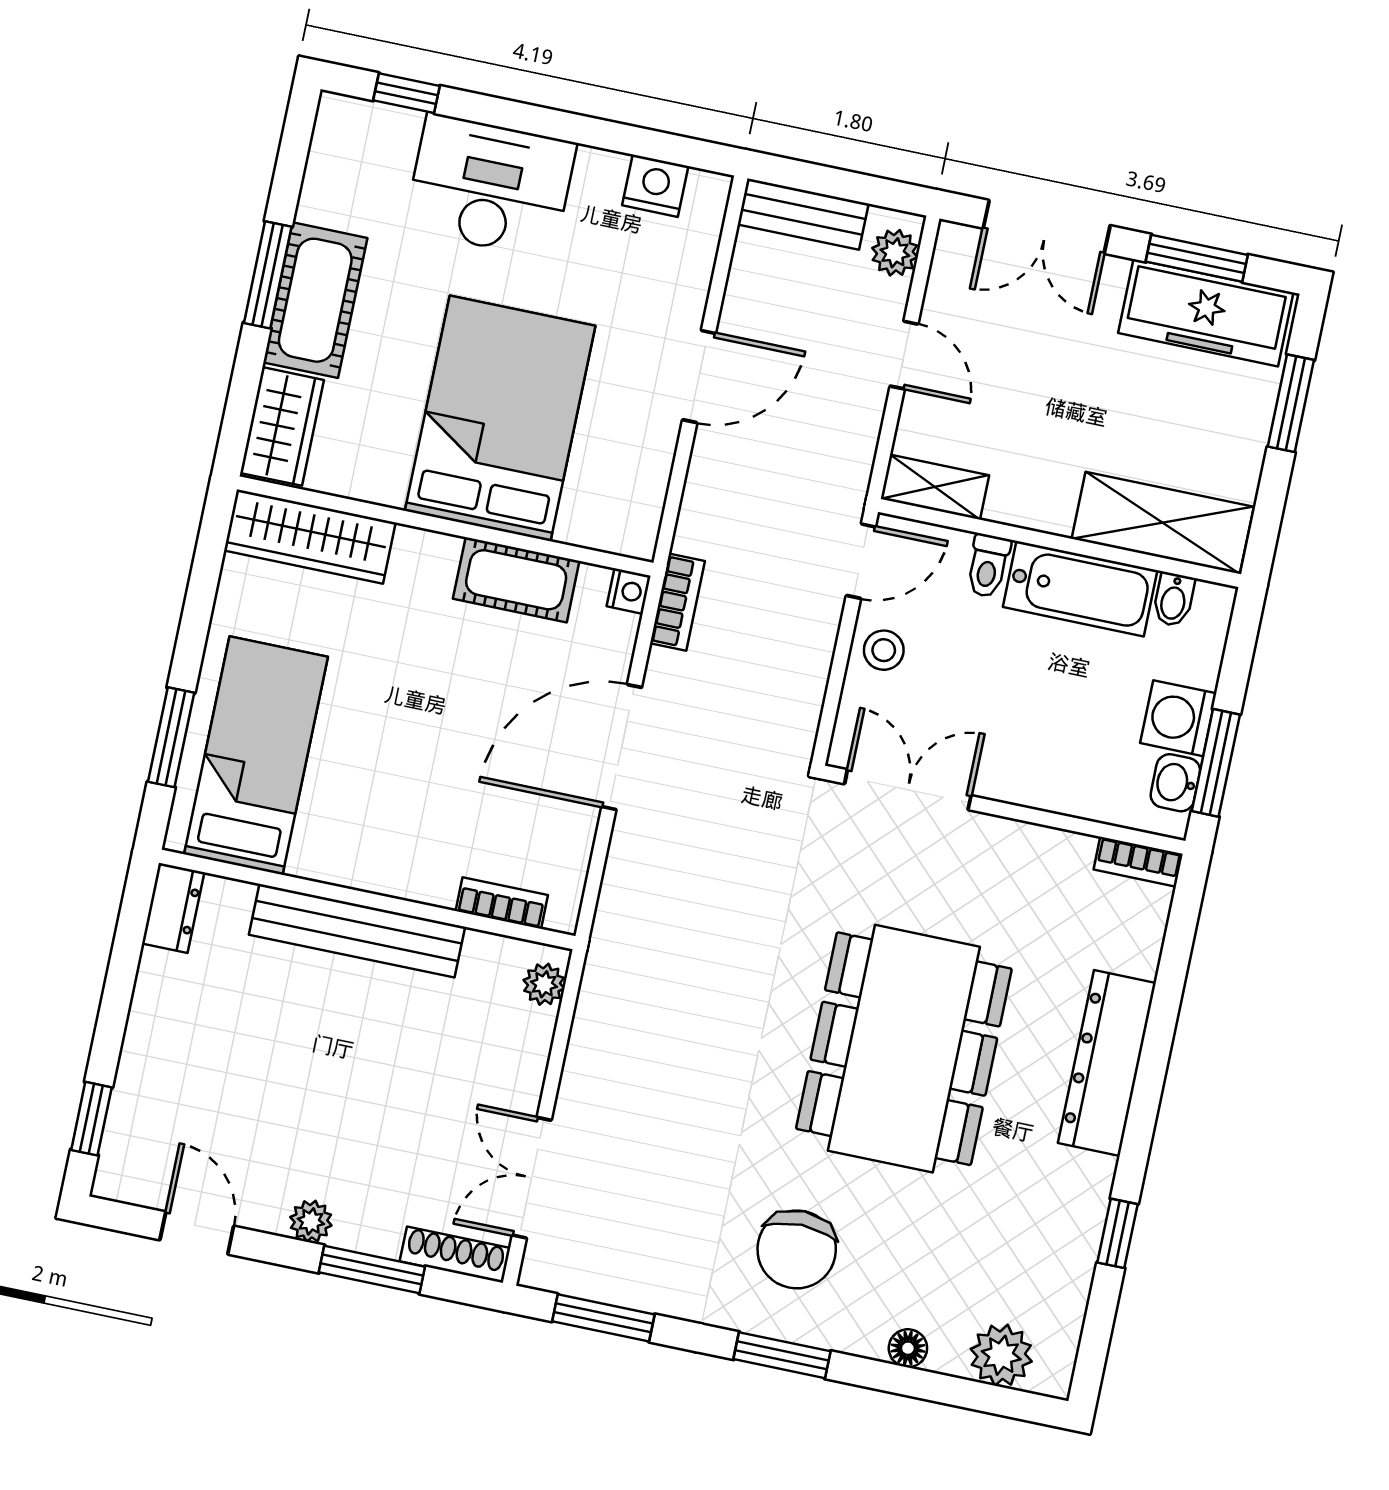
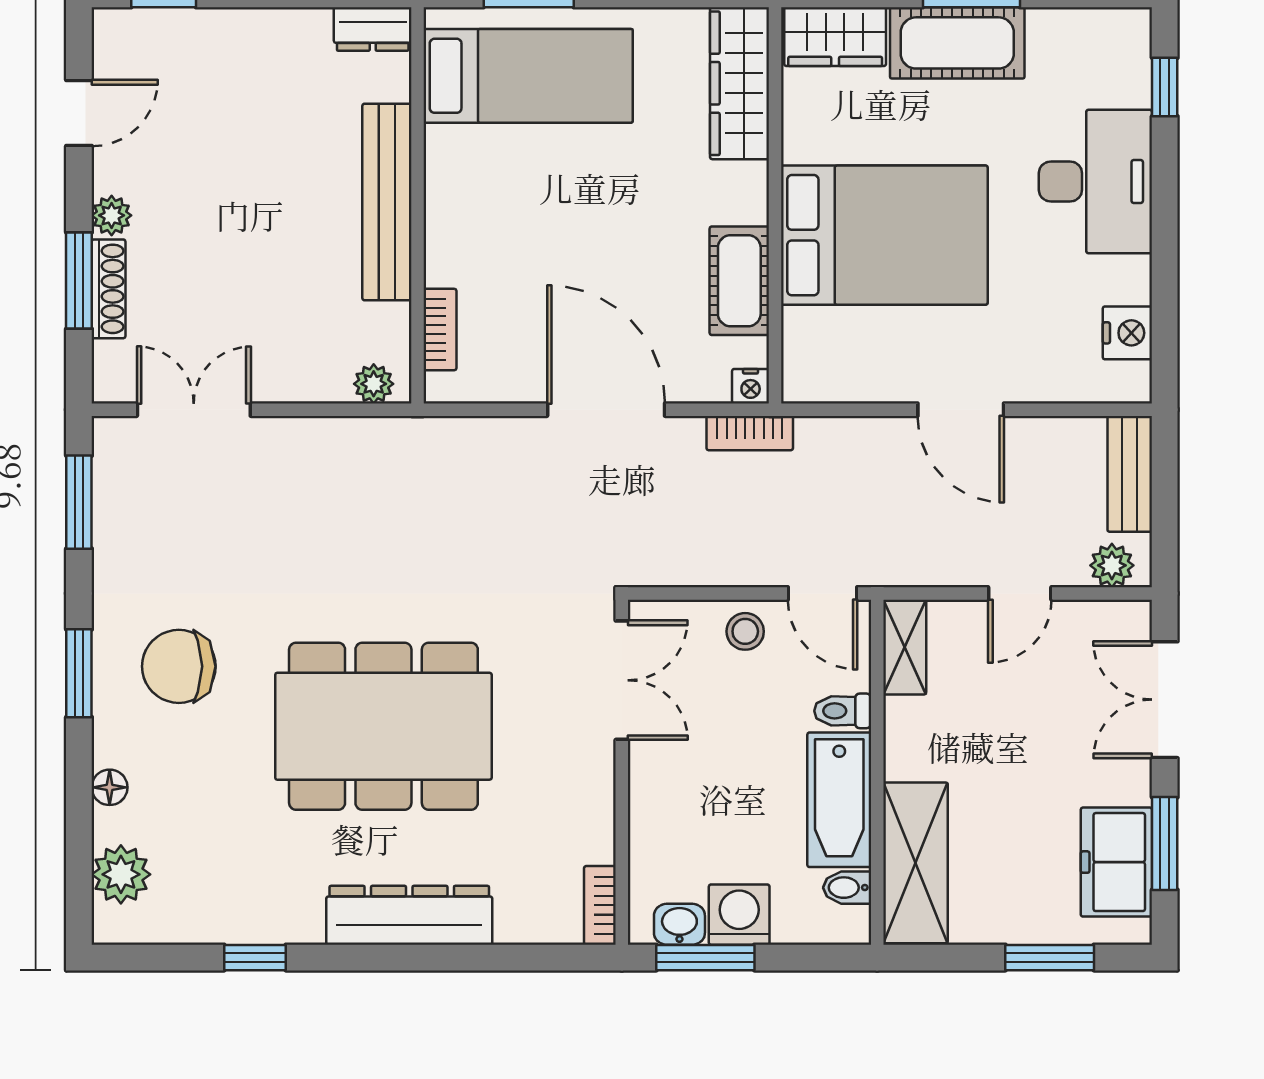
freezer: (1206, 313) -> (1116, 862), width x0.71
shoe rack: (455, 1255) -> (109, 289), moved

